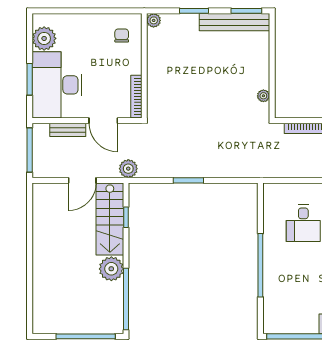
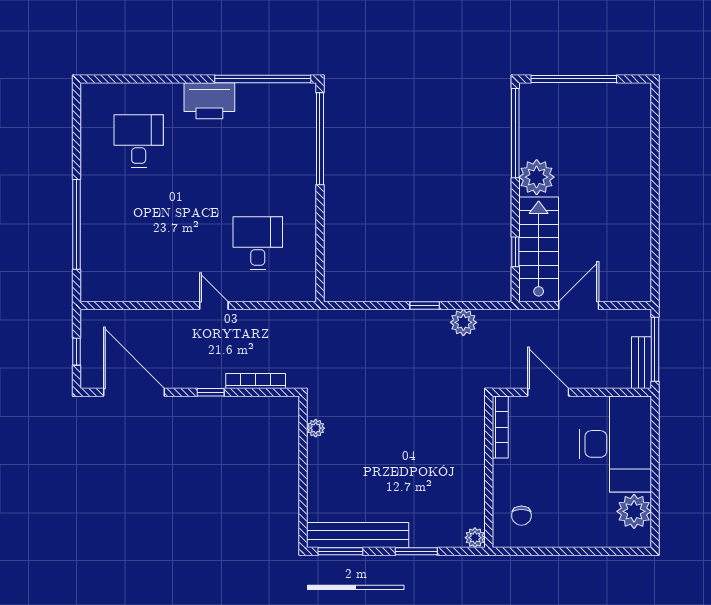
window: (30, 79) -> (655, 452), removed
bench: (68, 130) -> (641, 363), moved, turned 90
plant: (128, 169) -> (463, 322), moved
window: (188, 180) -> (425, 305), width x0.67
window: (260, 265) -> (320, 139), moved

